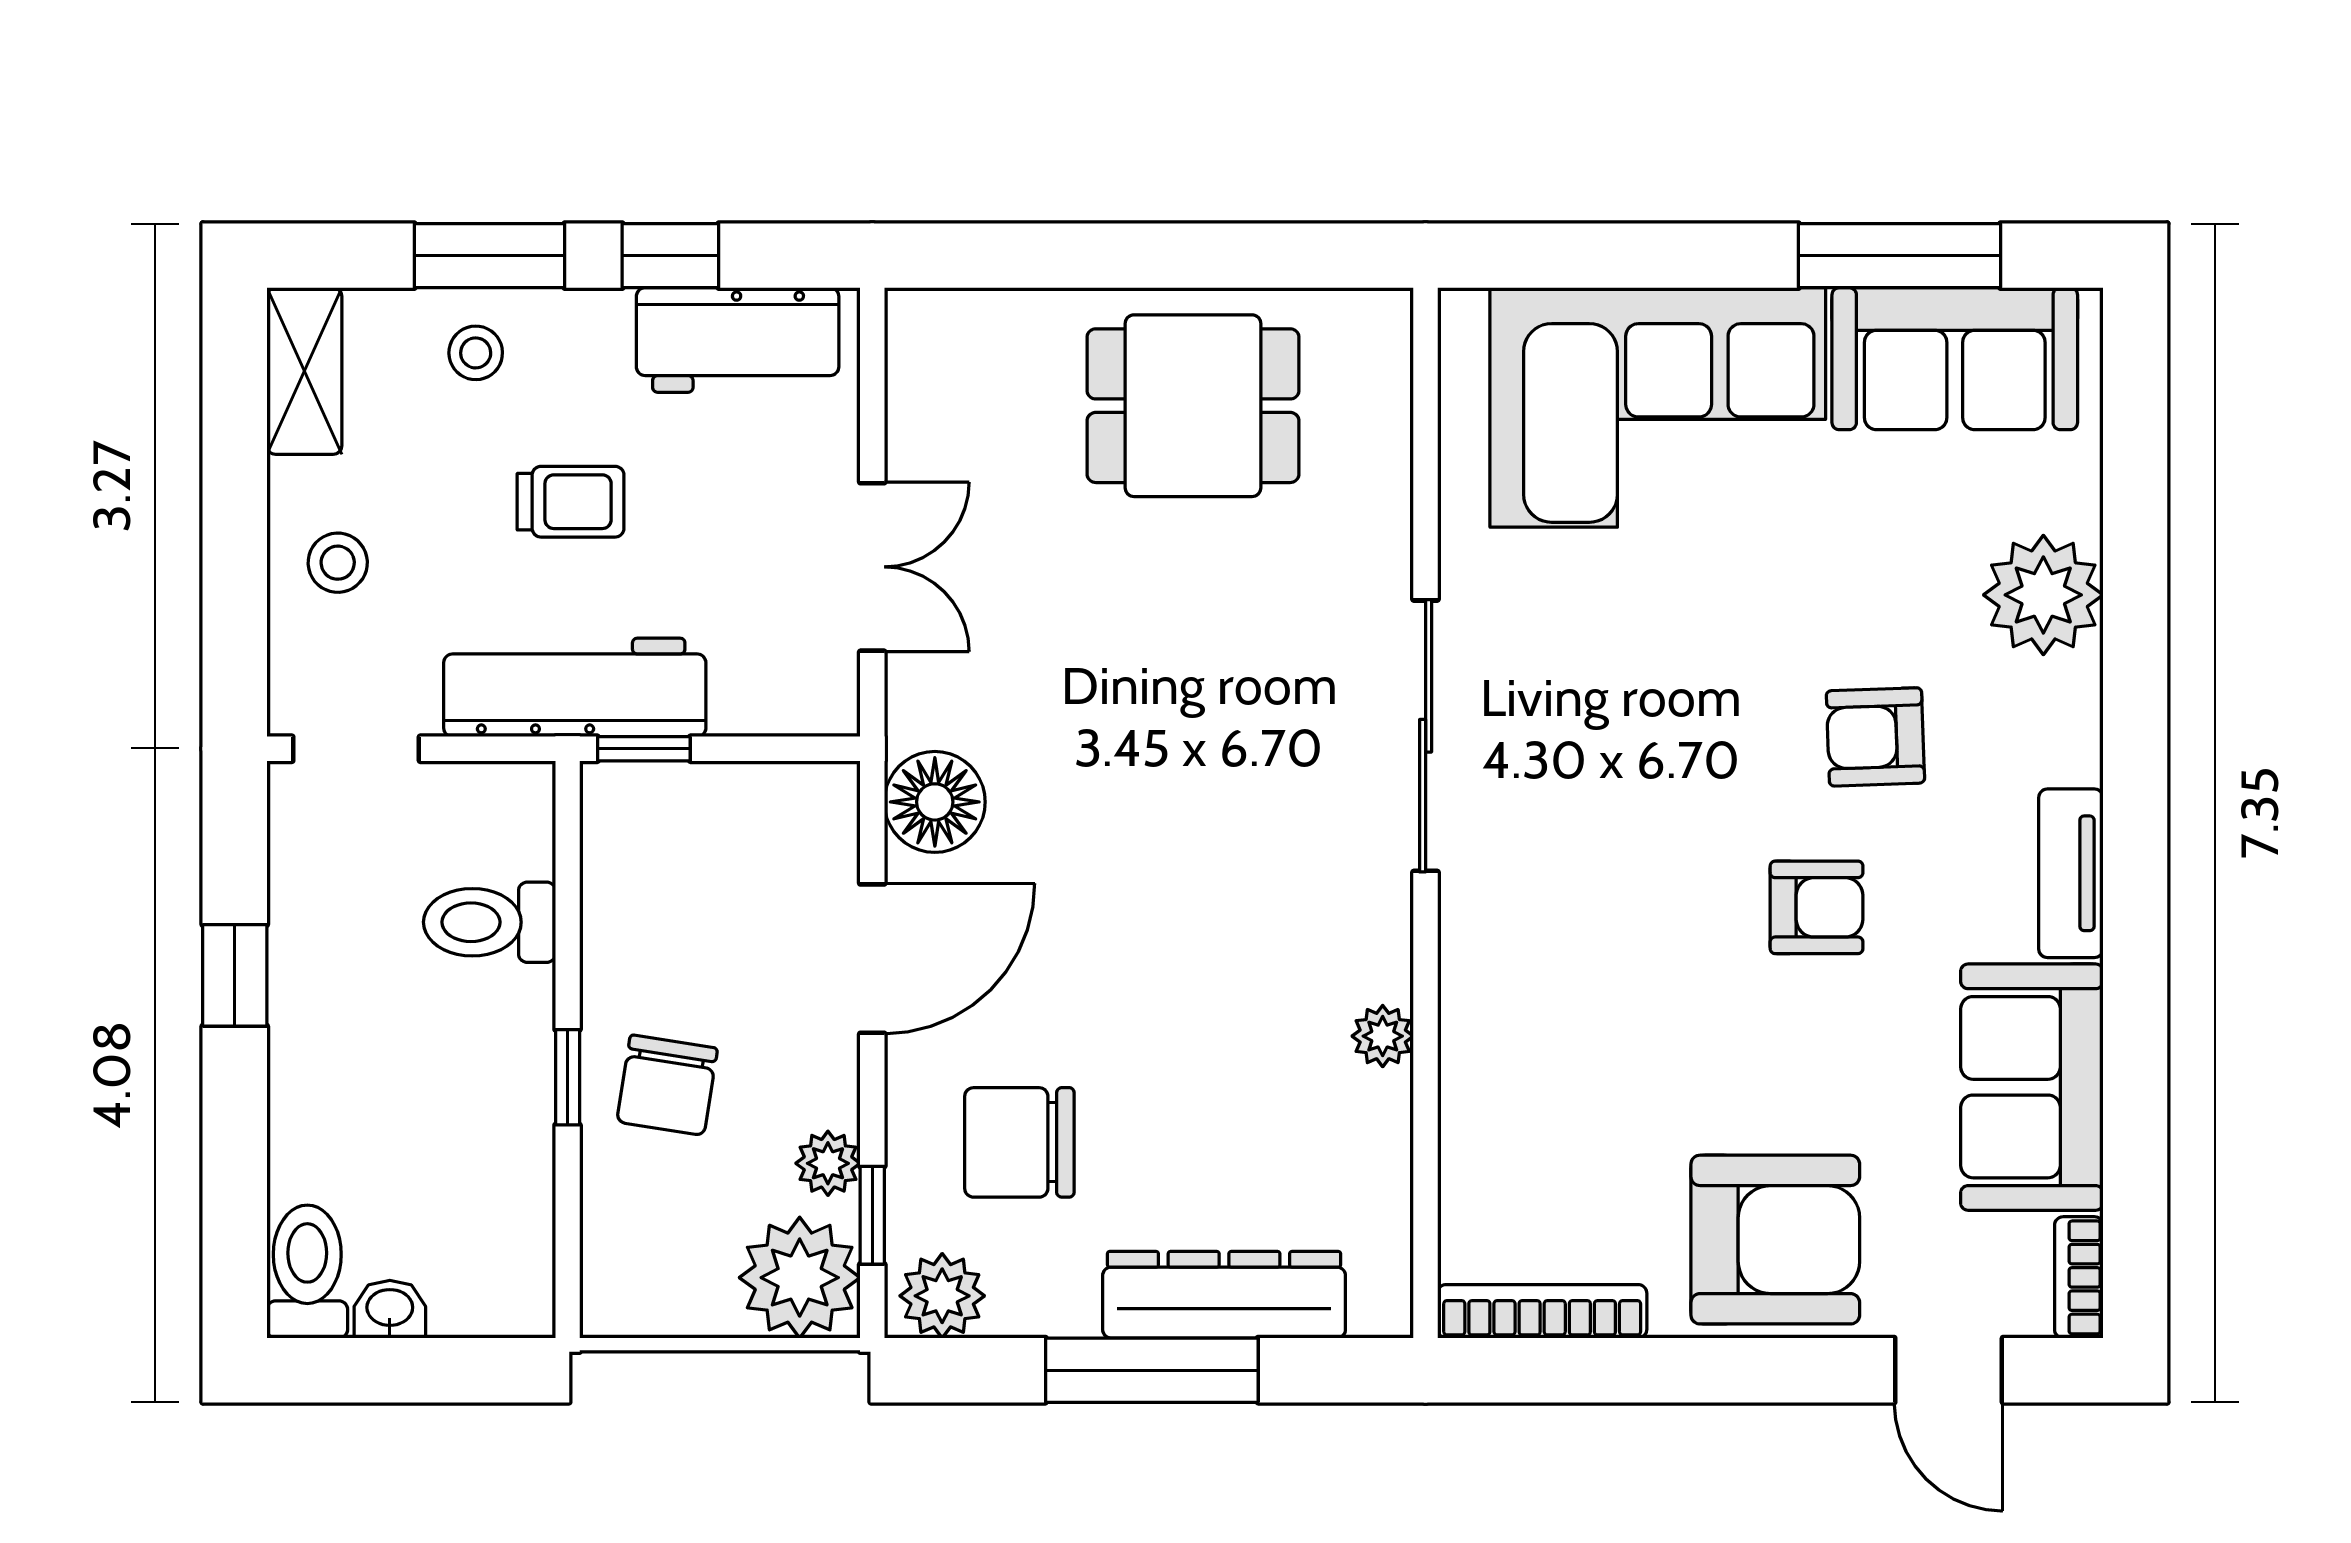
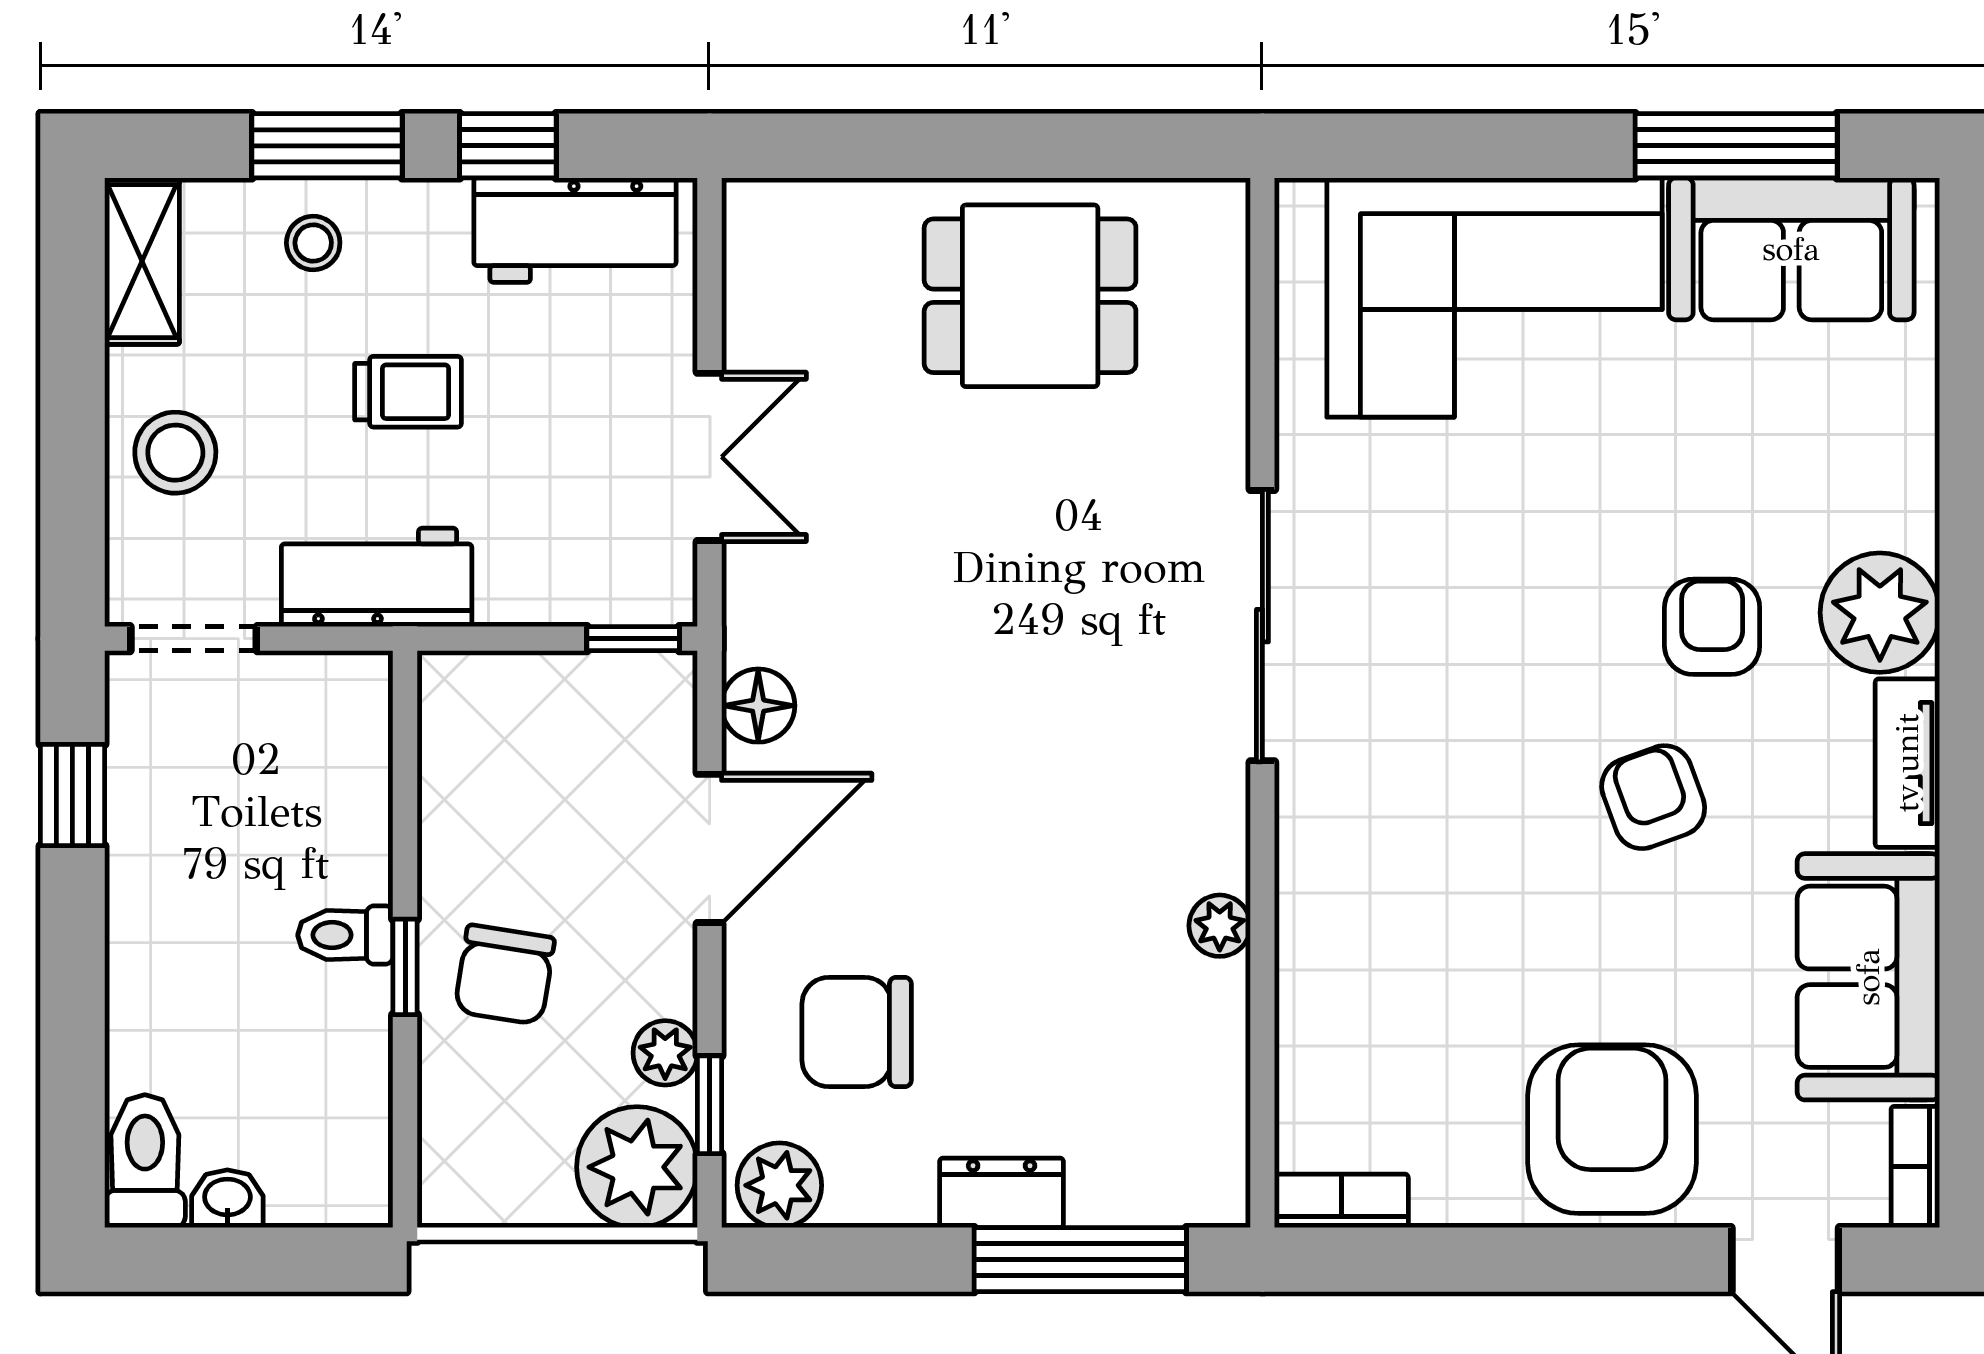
stool: (338, 563) -> (175, 453), width x1.37, depth x1.37
plant: (2043, 595) -> (1880, 613), moved
workbench: (575, 687) -> (377, 577), width x0.73
armchair: (1875, 737) -> (1712, 627), turned 92
window: (644, 749) -> (633, 639), moved
floor lamp: (935, 802) -> (758, 706), width x0.73, depth x0.73
armchair: (1817, 907) -> (1653, 797), turned -110
toilet: (489, 922) -> (345, 935), moved, width x0.73, depth x0.72
window: (235, 975) -> (72, 795), moved
armchair: (1775, 1240) -> (1612, 1129), turned -90
dresser: (1224, 1295) -> (1002, 1193), width x0.51, depth x0.80
bookcase: (1542, 1311) -> (1341, 1201), width x0.64
window: (1152, 1370) -> (1080, 1260), moved

